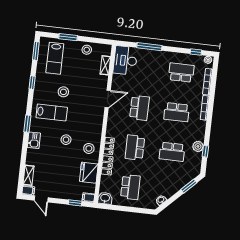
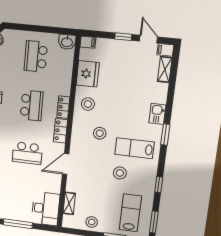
school desk: (139, 108) -> (27, 153), turned -90
stool: (66, 140) -> (100, 133), moved
locker: (107, 165) -> (60, 131), moved
window: (75, 203) -> (123, 37), moved

